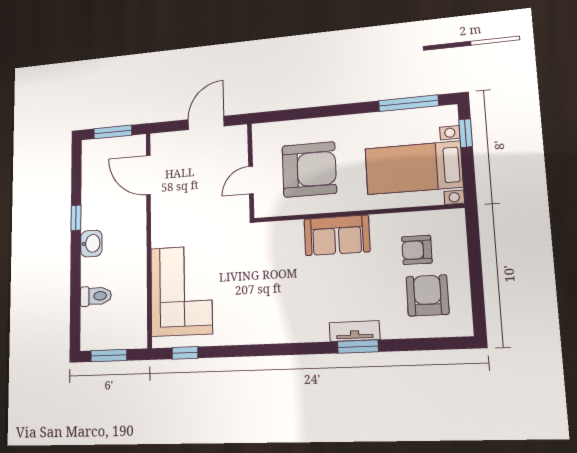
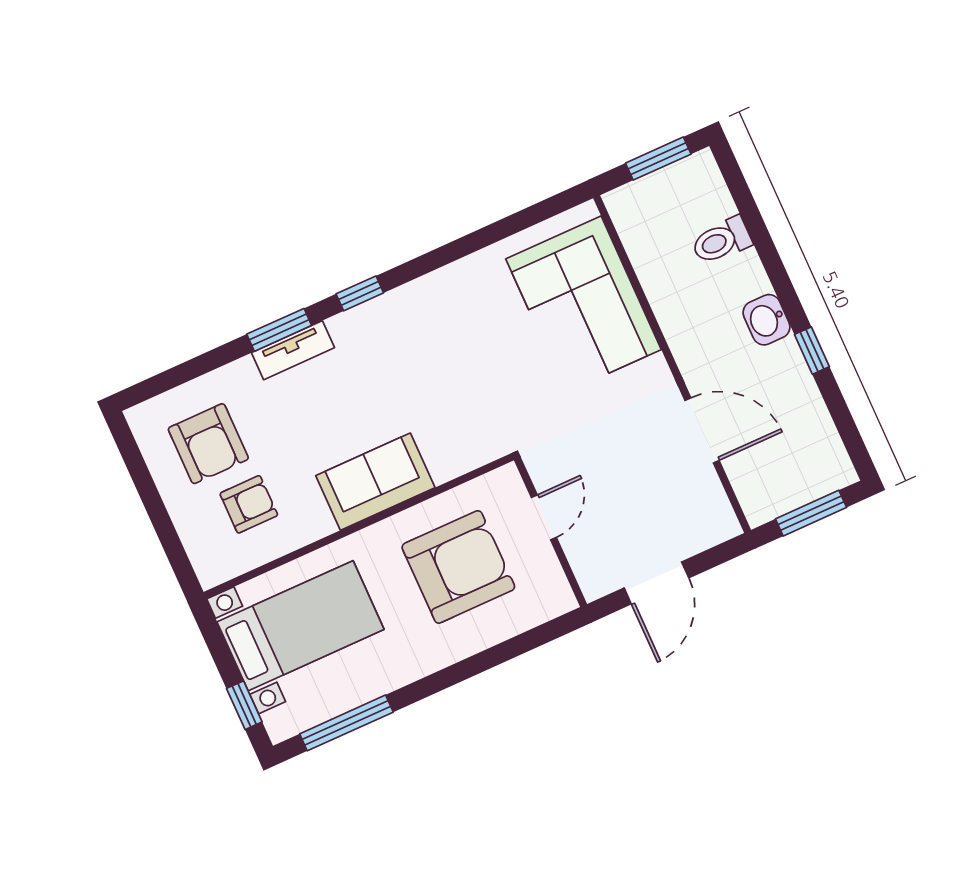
armchair: (309, 169) -> (458, 567), turned 180
door: (148, 175) -> (702, 430), moved
window: (185, 353) -> (360, 293), moved

